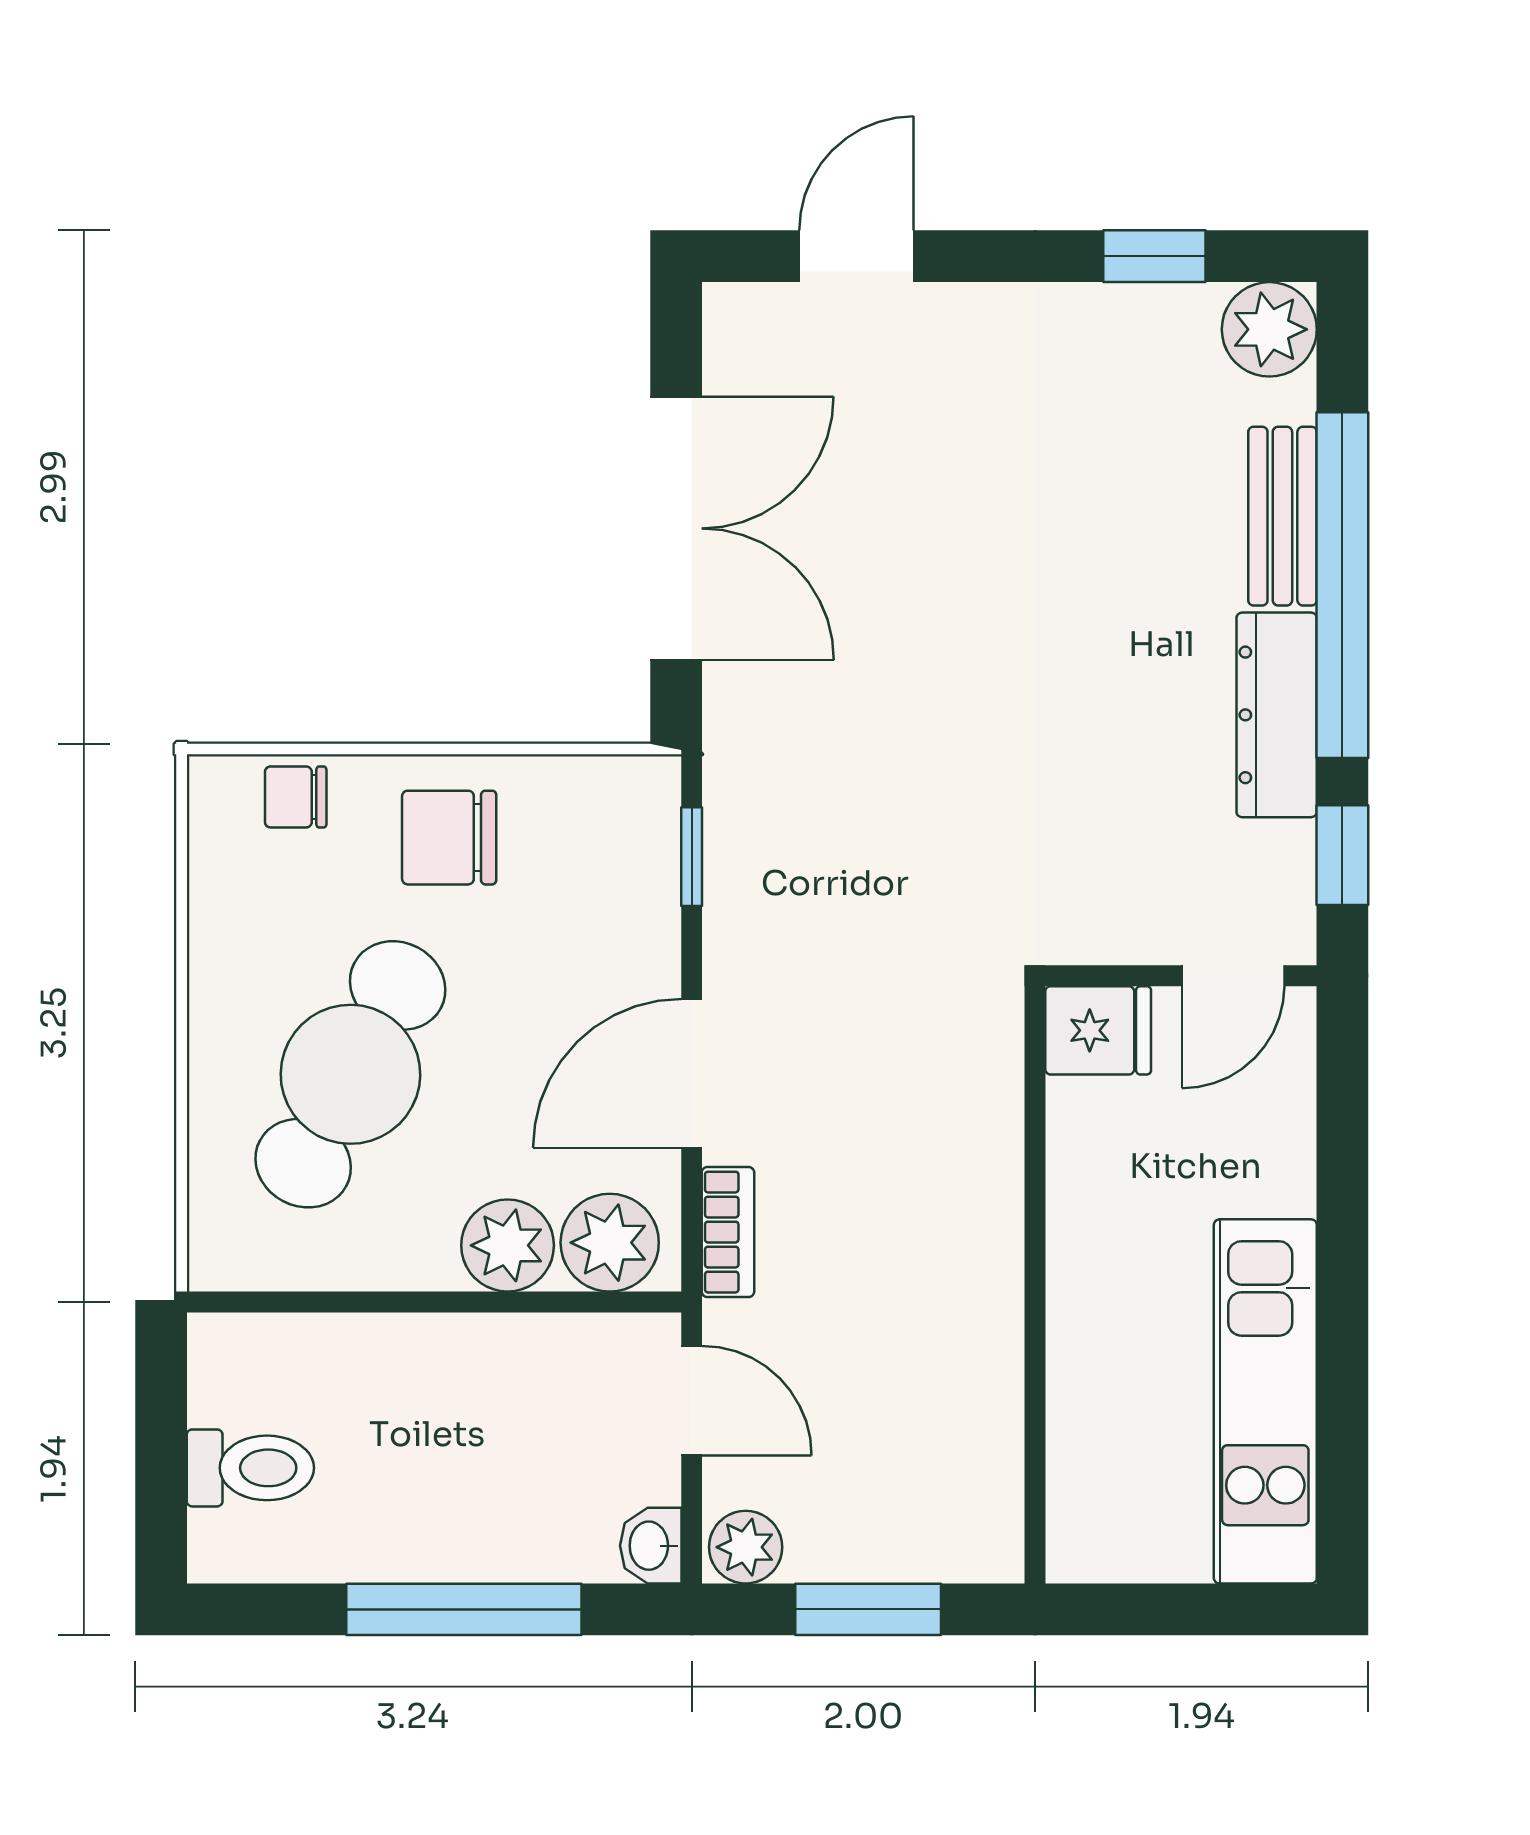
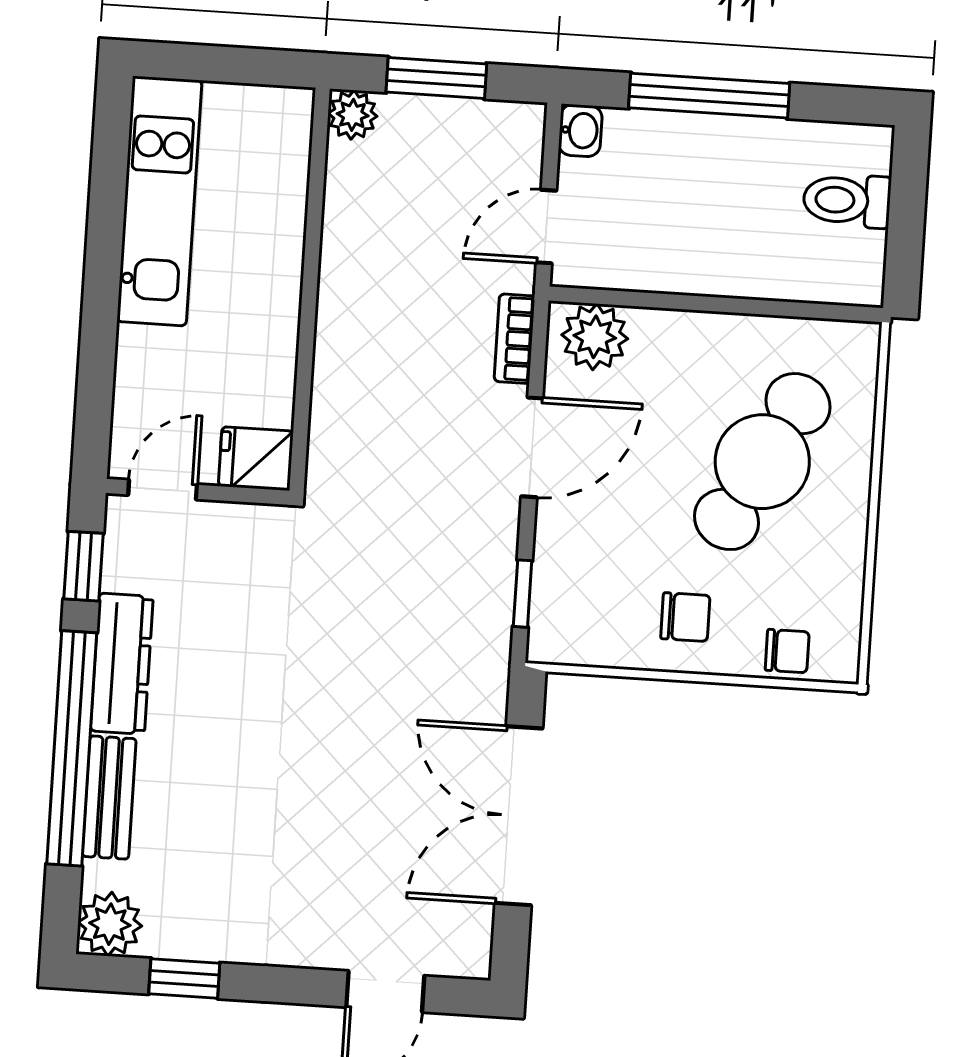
chair: (449, 838) -> (685, 617), width x0.73, depth x0.73
plant: (508, 1245) -> (664, 339), removed
door: (692, 1401) -> (546, 227), hinge flipped
plant: (746, 1547) -> (353, 115), moved

